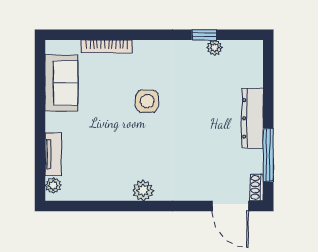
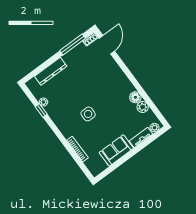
sofa: (61, 83) -> (116, 150), moved
dresser: (253, 118) -> (51, 71), moved
floor lamp: (120, 190) -> (135, 97), added
plant: (143, 190) -> (143, 107), moved

